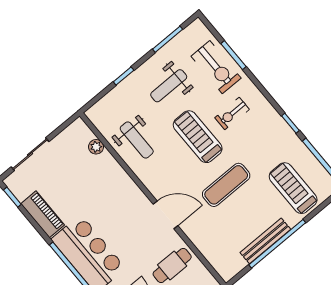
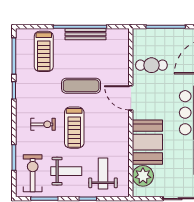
exercise bike: (216, 67) -> (33, 173), moved
weight bench: (137, 140) -> (103, 173), moved
plant: (96, 147) -> (143, 176), width x1.88, depth x1.88
booth: (111, 184) -> (147, 142), added

